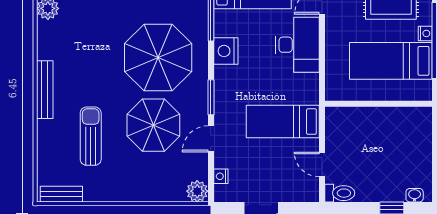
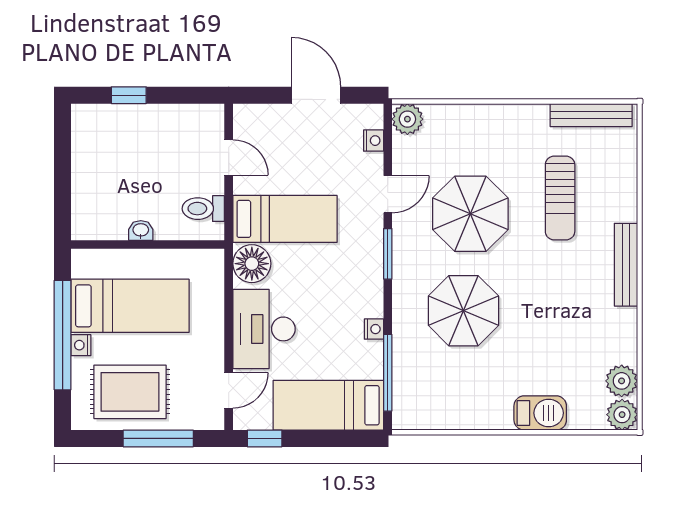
nightstand: (226, 51) -> (374, 329), width x0.53, depth x0.56
parasol: (158, 57) -> (463, 311), width x0.73, depth x0.73
floor lamp: (306, 90) -> (252, 264), added
toilet: (340, 193) -> (203, 209), moved
bench: (61, 194) -> (591, 115), width x1.36
washbasin: (415, 195) -> (141, 230), moved, turned 180

